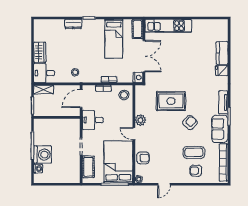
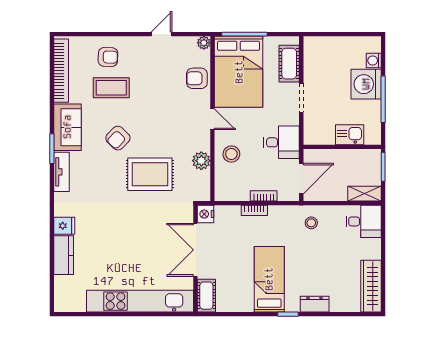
kitchen unit: (168, 26) -> (140, 301), width x1.36
bed: (114, 39) -> (269, 279), moved
wardrobe: (40, 52) -> (371, 286), moved, width x1.50
stool: (124, 95) -> (231, 154), moved
plant: (140, 120) -> (201, 161), moved
kitchen sink: (52, 125) -> (350, 135), added

